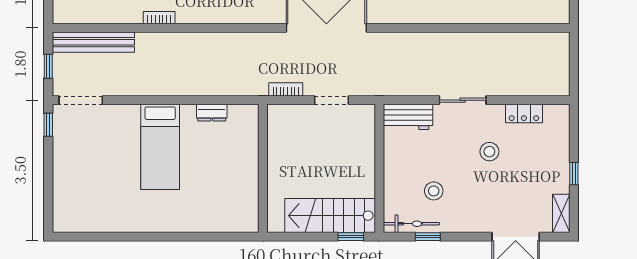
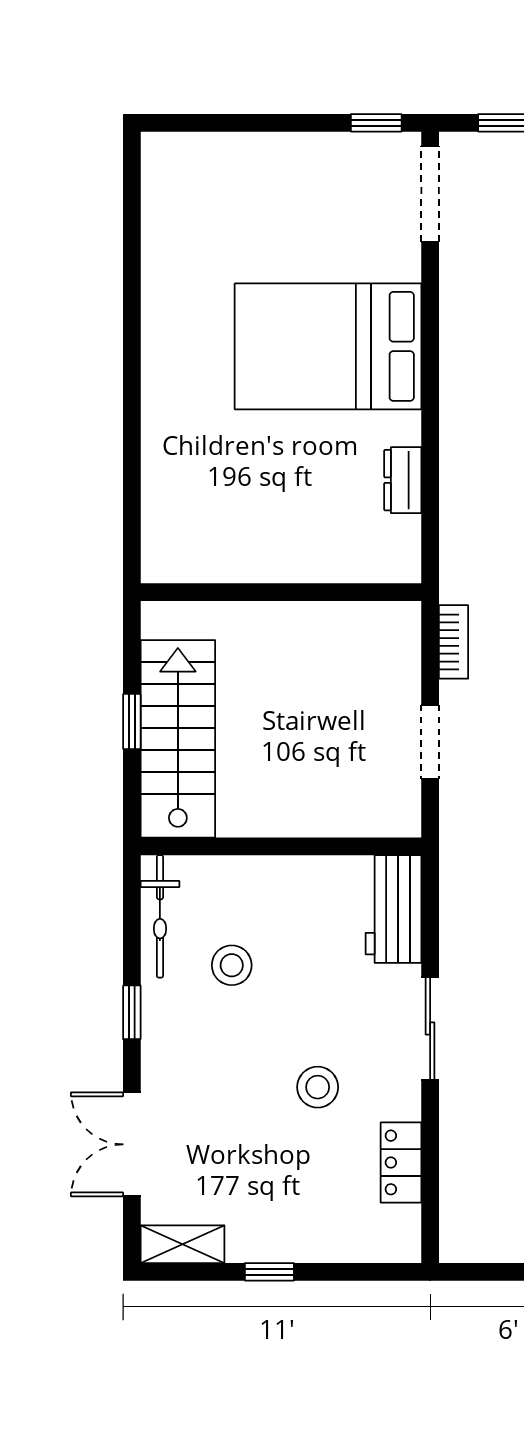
bed: (160, 147) -> (328, 346), width x1.50
window: (351, 237) -> (132, 721), moved
window: (428, 237) -> (132, 1012), moved

